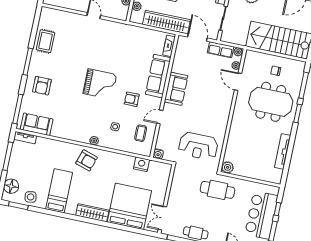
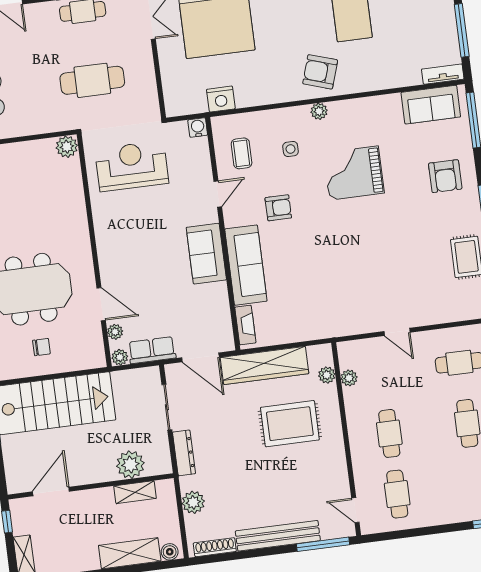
grand piano: (100, 84) -> (354, 173), moved
armchair: (42, 86) -> (445, 176), turned 180
cafe table: (217, 190) -> (92, 80), moved

